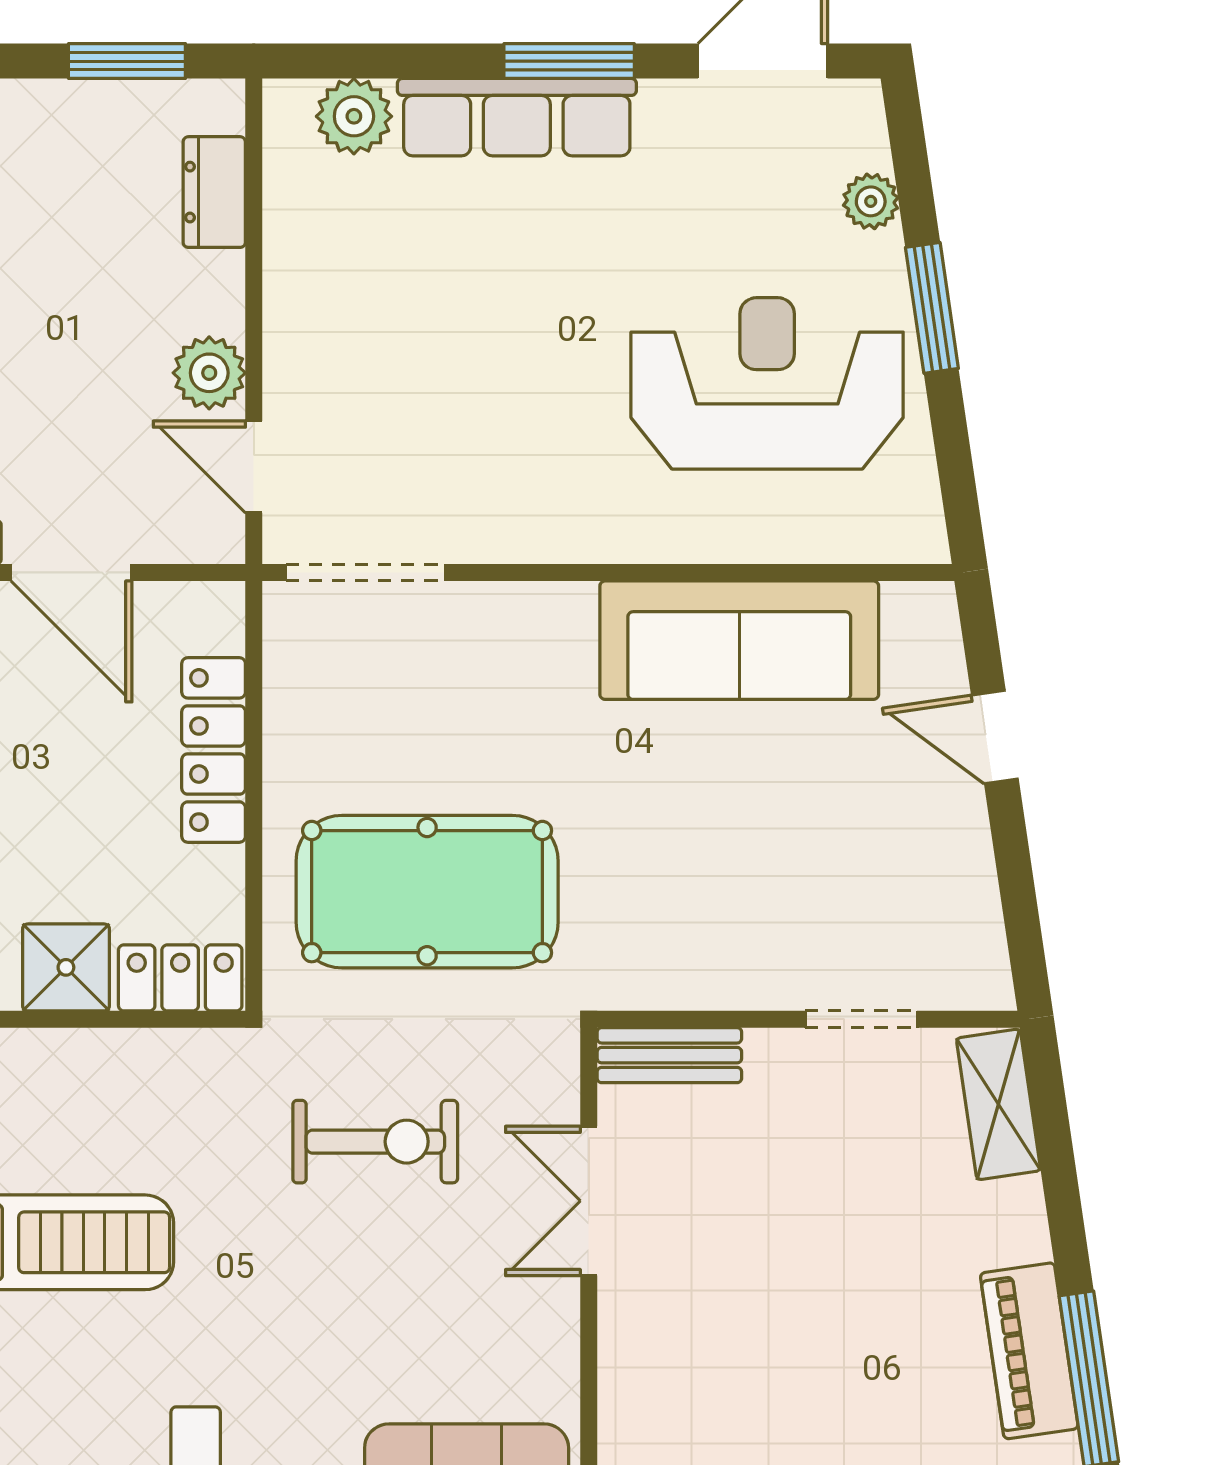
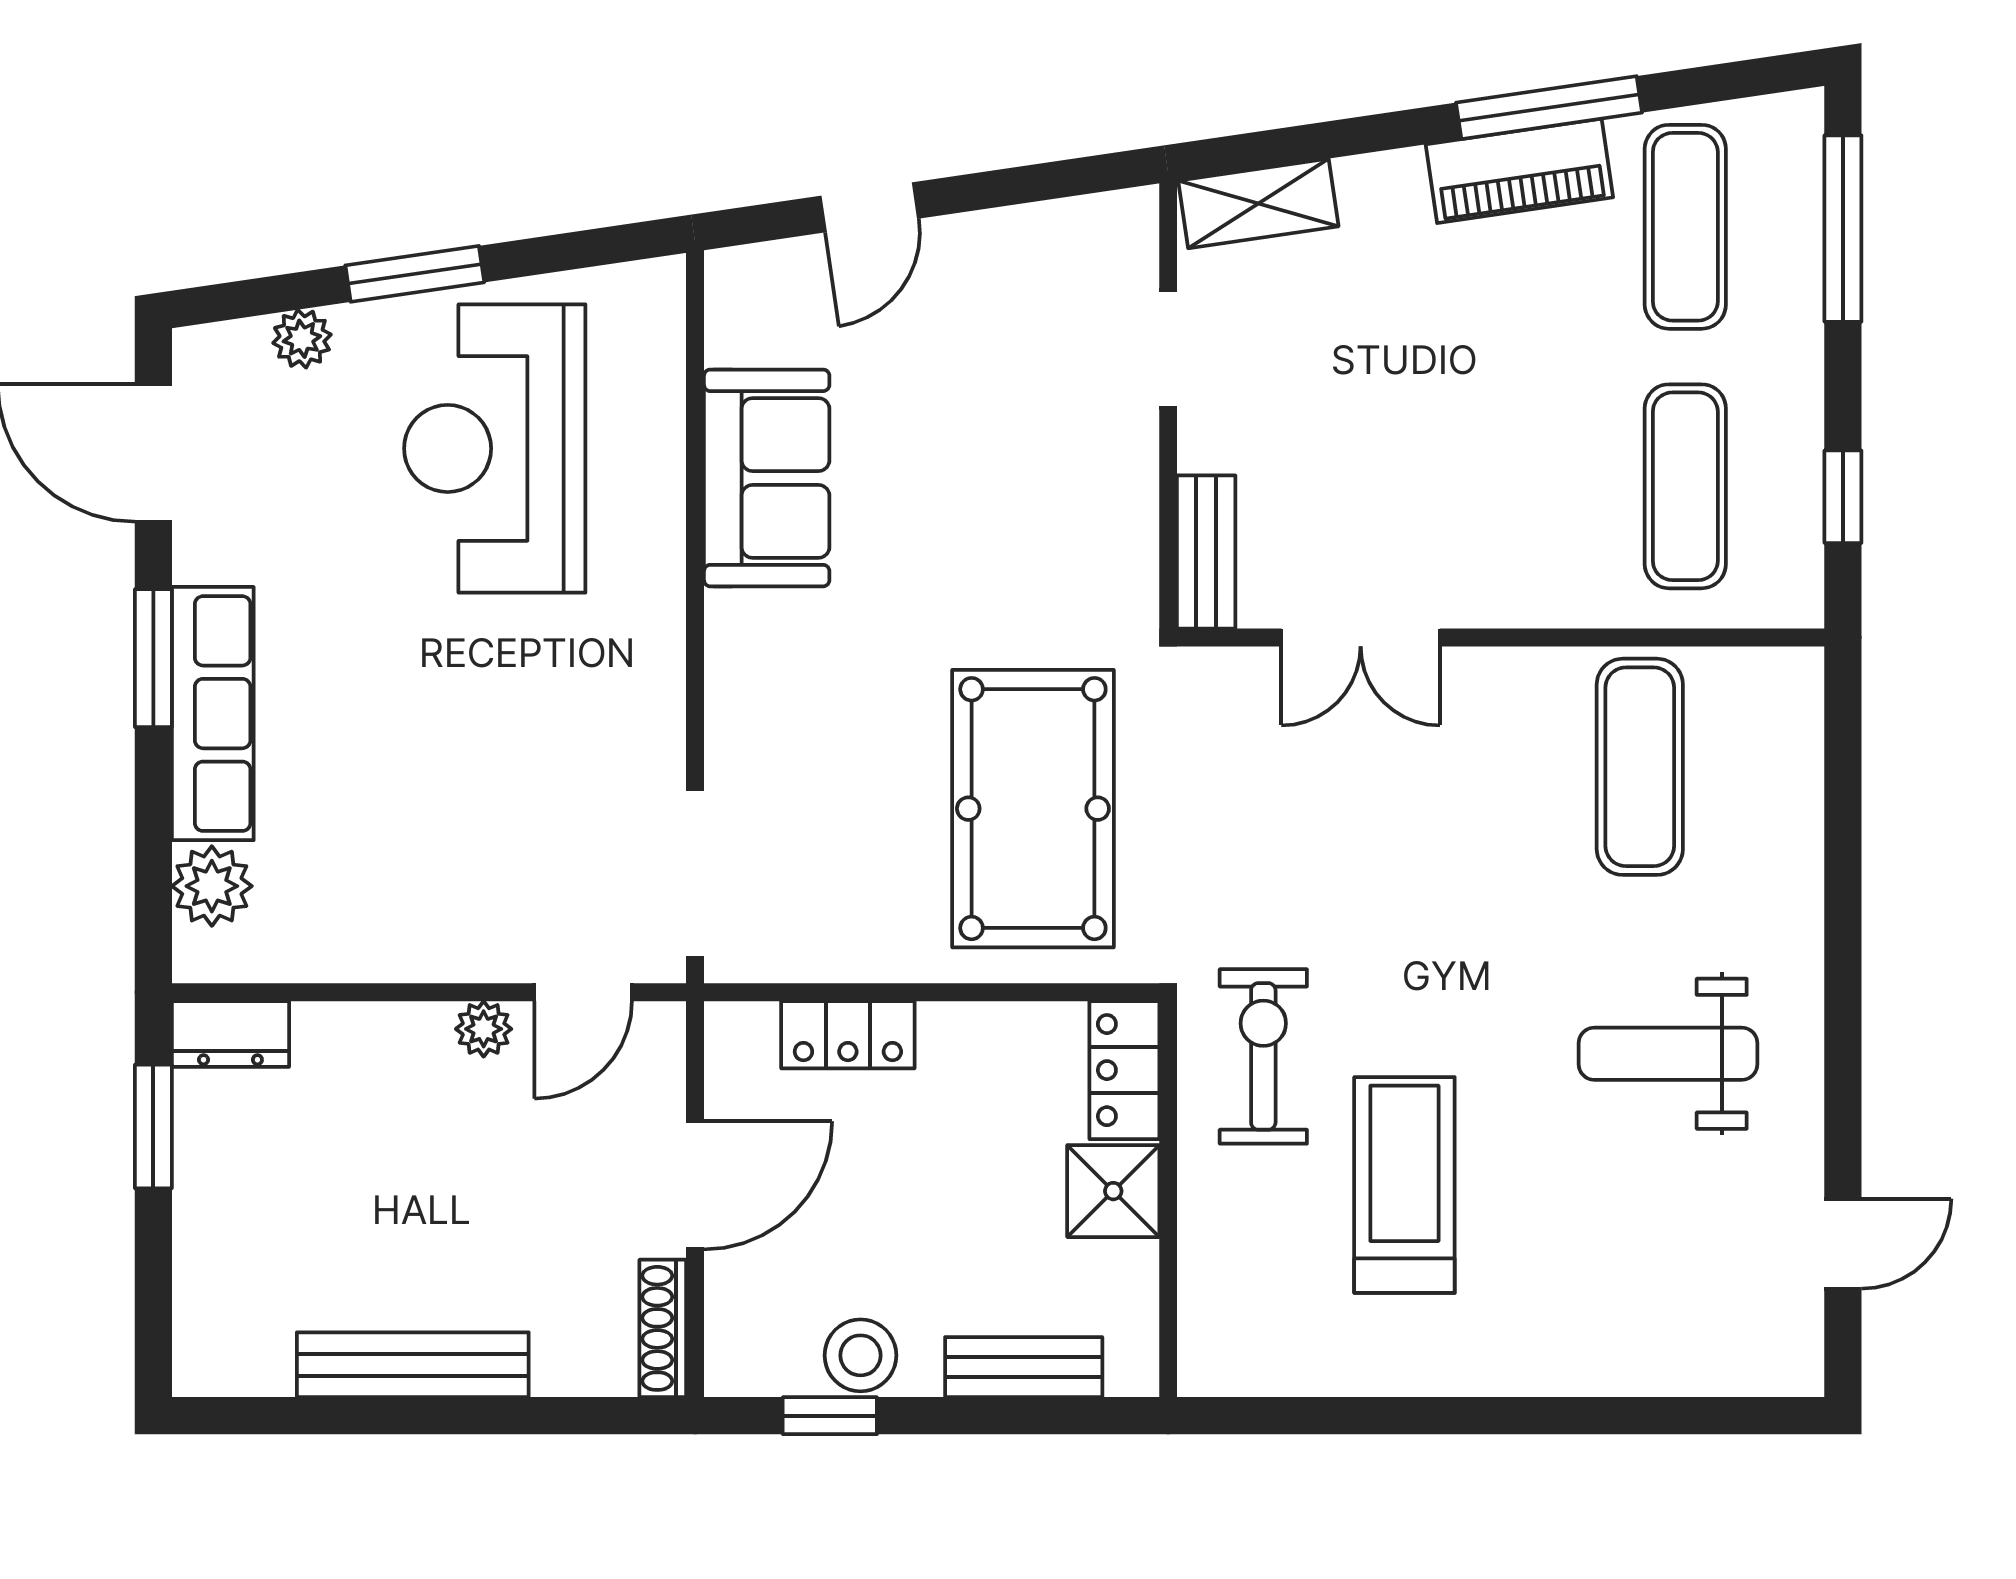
dresser: (214, 192) -> (230, 1034), moved
plant: (209, 373) -> (484, 1029), width x0.73, depth x0.73
sofa: (739, 640) -> (767, 478), width x0.73
locker: (214, 750) -> (848, 1035), width x0.66
exercise bike: (375, 1142) -> (1263, 1056), moved

